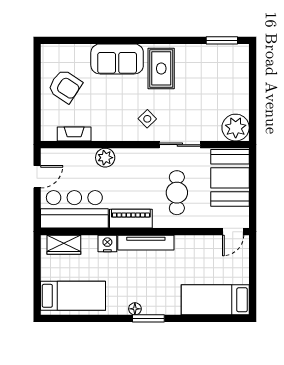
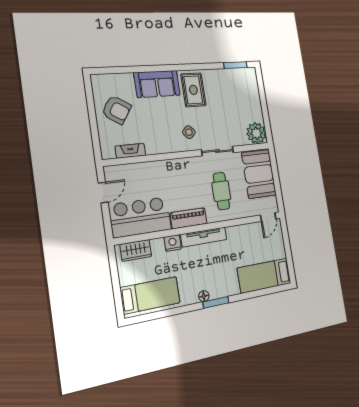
plant: (105, 158) -> (160, 169), removed

